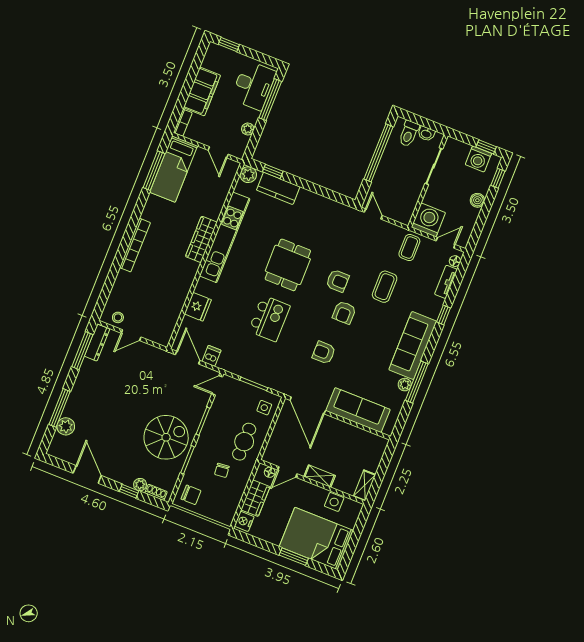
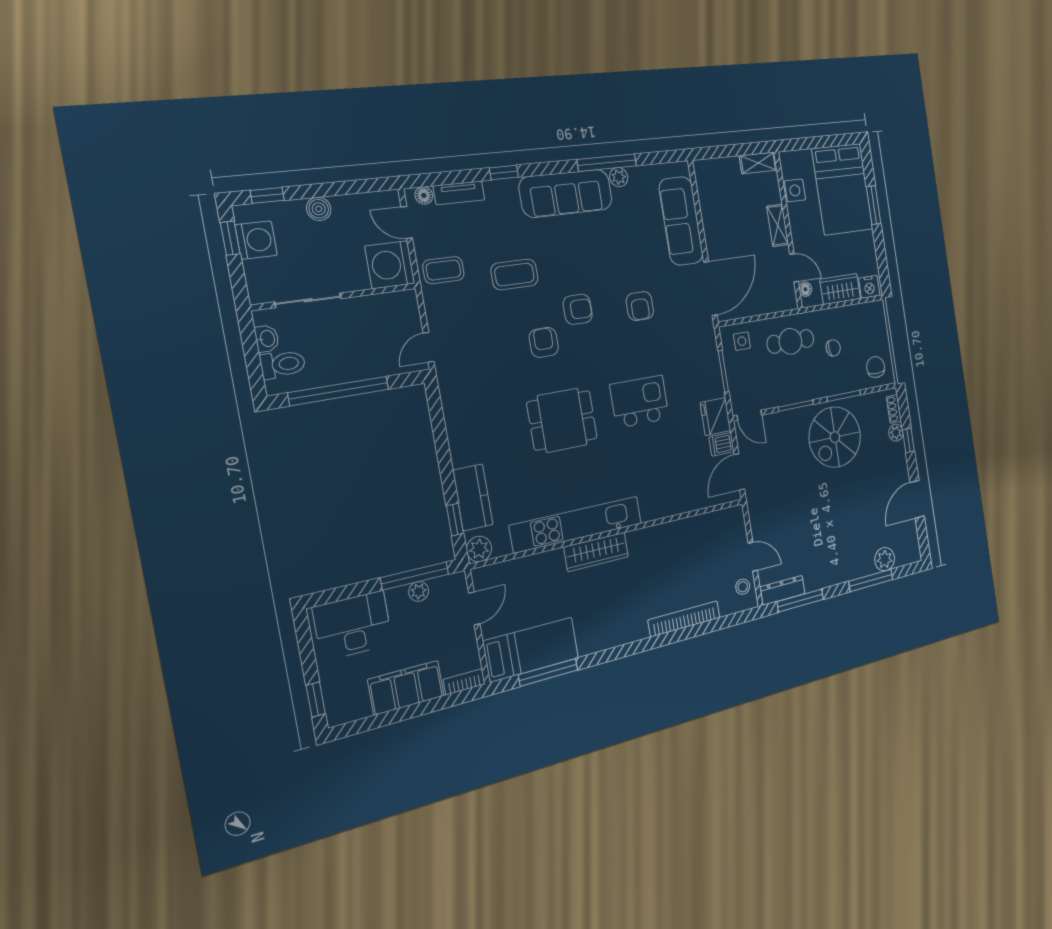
window: (270, 100) -> (415, 576), moved
bookcase: (135, 245) -> (684, 619), moved
fridge: (198, 307) -> (716, 417), moved, turned -90
spiral stairs: (166, 437) -> (835, 437), turned -90

